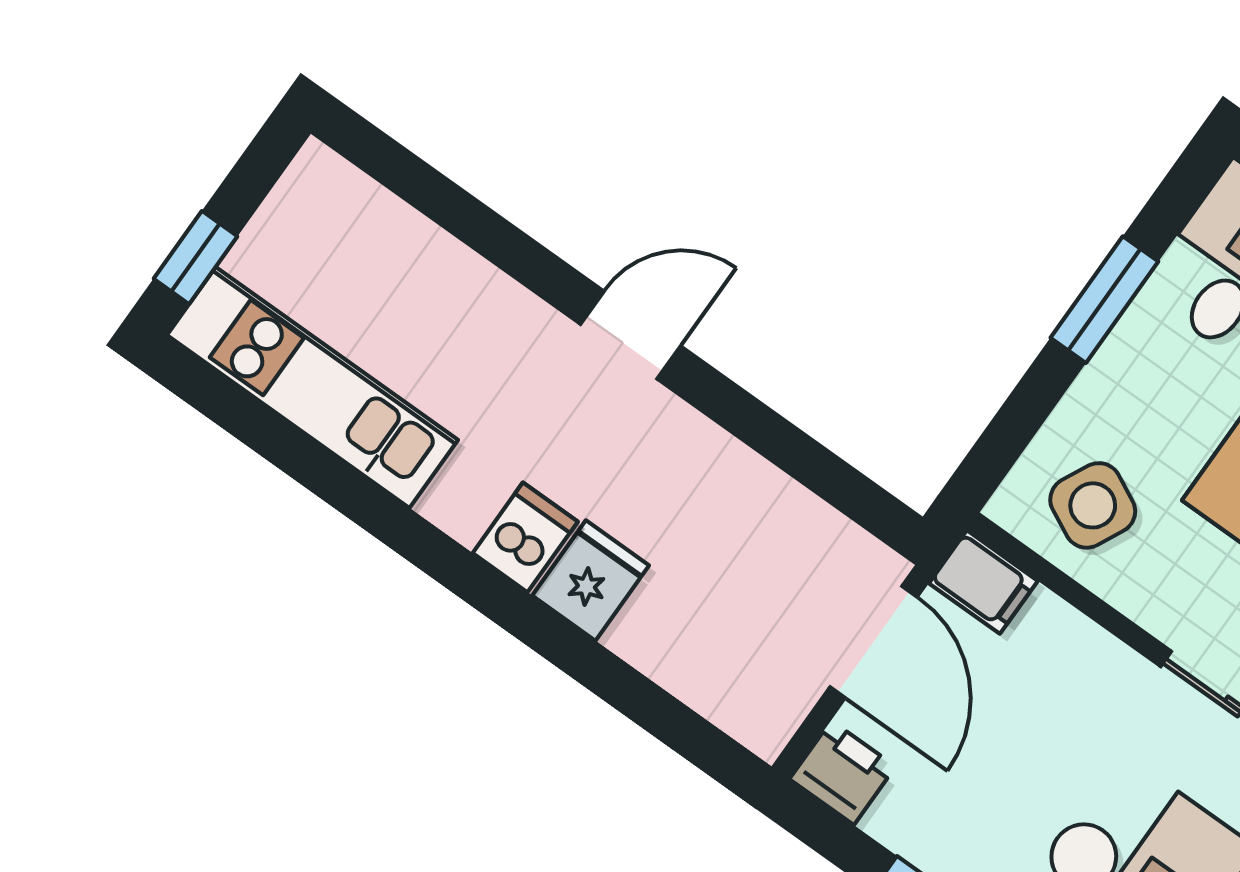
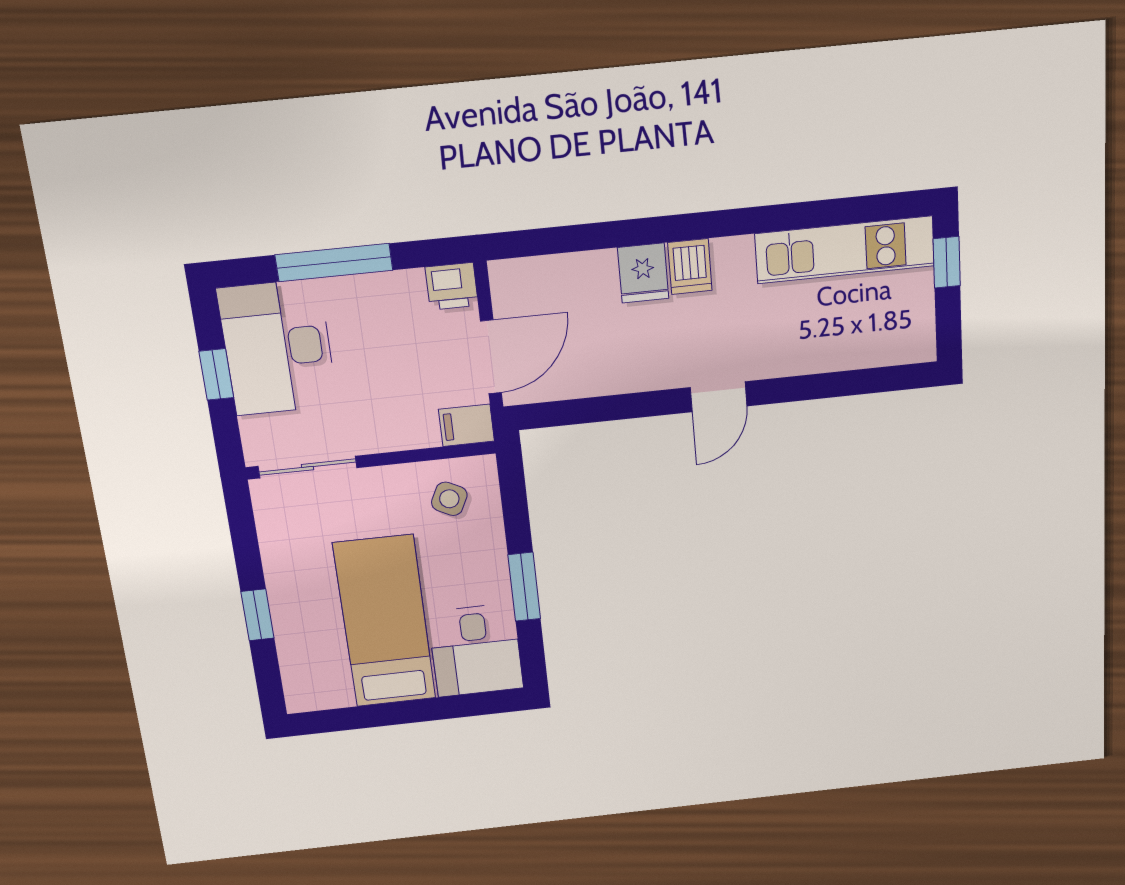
side table: (1093, 505) -> (449, 499), width x0.73, depth x0.73
door: (874, 642) -> (491, 357), swing flipped

